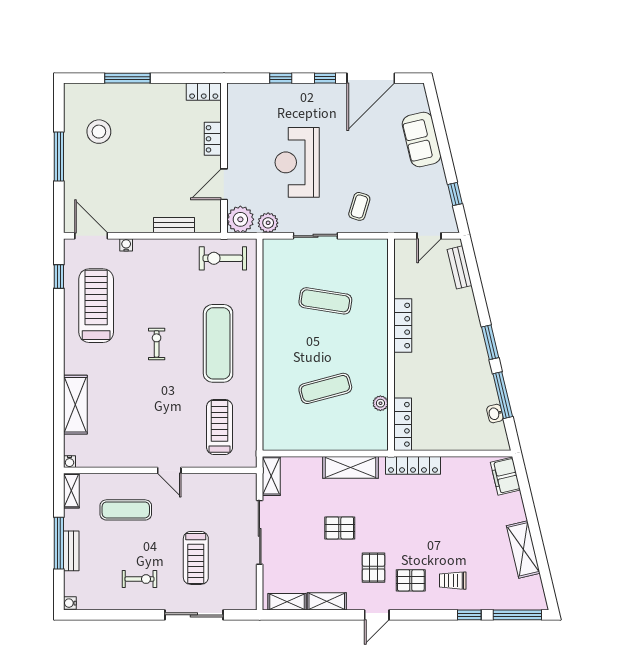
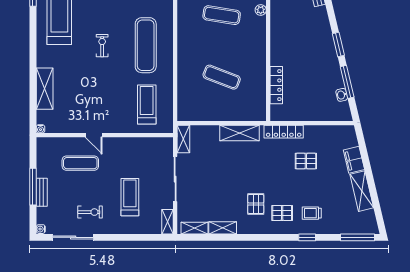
locker: (403, 325) -> (276, 33), removed
exercise mat: (325, 388) -> (222, 77), turned 36
plant: (380, 403) -> (261, 10), moved
locker: (403, 424) -> (276, 85), moved
door: (169, 470) -> (94, 135), moved
filing cabinet: (505, 476) -> (354, 160), moved
shelving: (71, 491) -> (168, 222), moved
pallet: (340, 528) -> (306, 161), moved
treadmill: (196, 558) -> (130, 197), turned 180
sliding door: (194, 615) -> (73, 237), moved
door: (377, 615) -> (258, 237), removed
window: (469, 615) -> (307, 237), moved

